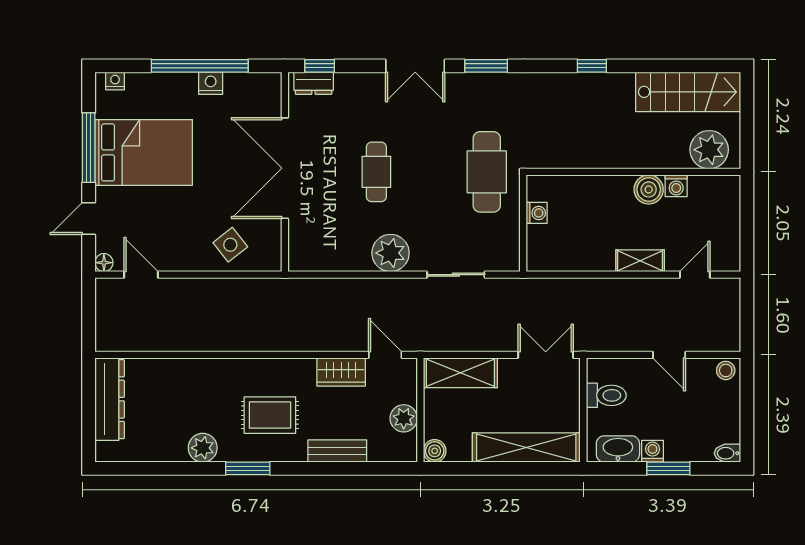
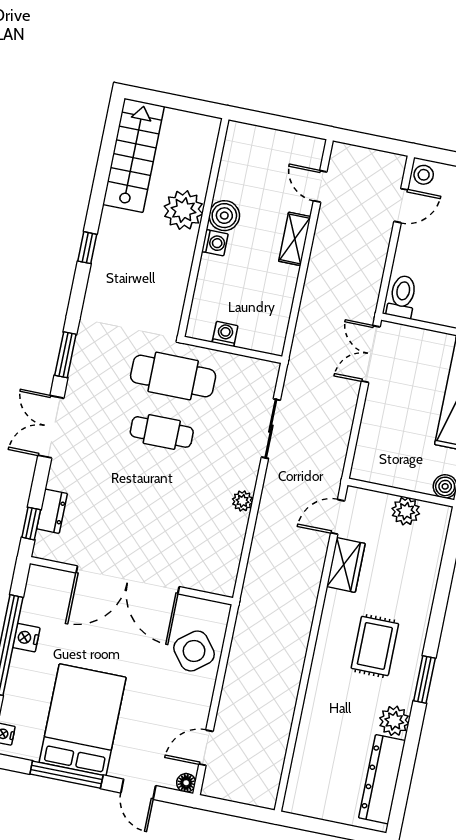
double door: (415, 66) -> (51, 427), swing flipped
dresser: (314, 83) -> (52, 511), moved
plant: (709, 150) -> (183, 210), moved
cafe table: (376, 172) -> (162, 432), moved
washing machine: (676, 186) -> (215, 243), moved
side table: (230, 245) -> (194, 651), width x1.37, depth x1.37
plant: (391, 253) -> (242, 501), width x0.53, depth x0.53
door: (669, 355) -> (401, 206), moved
shelving: (460, 373) -> (371, 444), removed
toilet: (606, 395) -> (402, 297), moved
dresser: (110, 399) -> (382, 779), moved, turned -90
bench: (337, 451) -> (425, 585), removed

